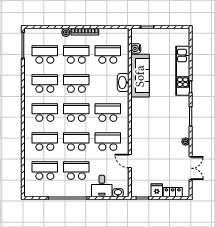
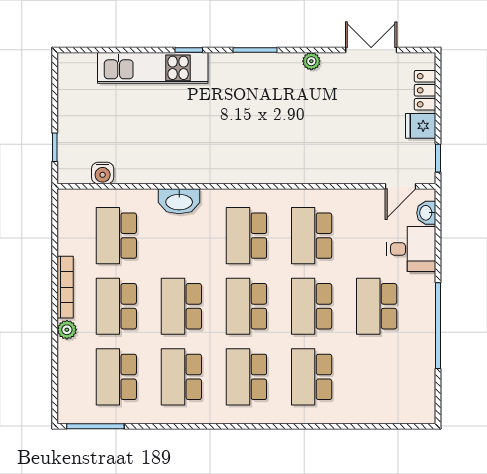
sofa: (140, 76) -> (164, 164), removed
door: (130, 161) -> (401, 186), moved
school desk: (45, 171) -> (377, 377), removed

